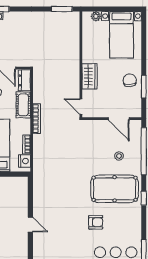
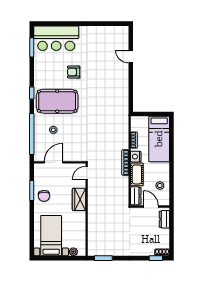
door: (81, 106) -> (87, 173), swing flipped
door: (119, 119) -> (54, 162), hinge flipped
nightstand: (25, 161) -> (136, 157), moved
door: (30, 225) -> (131, 56), moved

